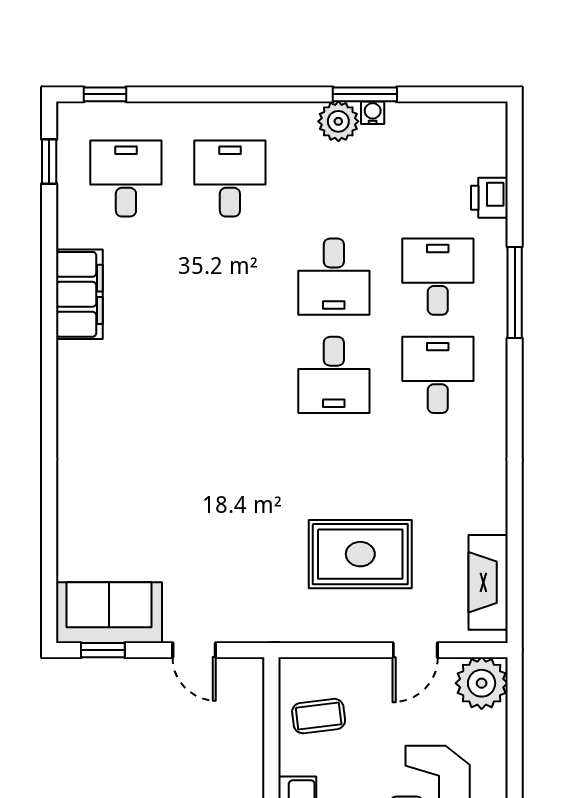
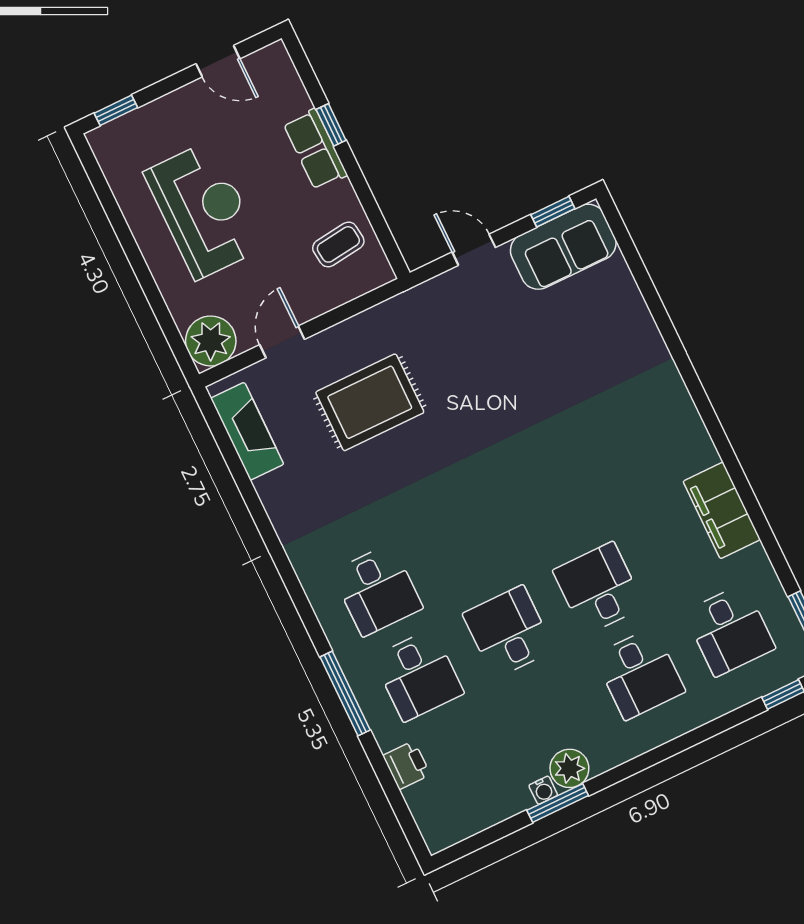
desk: (334, 375) -> (599, 588), moved

